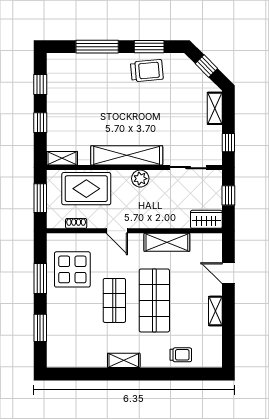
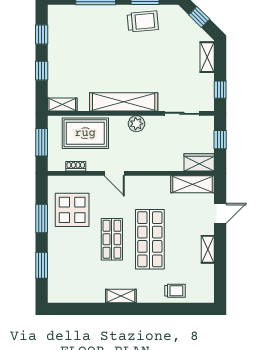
shelving: (167, 242) -> (192, 184), moved
door: (228, 273) -> (220, 213), swing flipped

